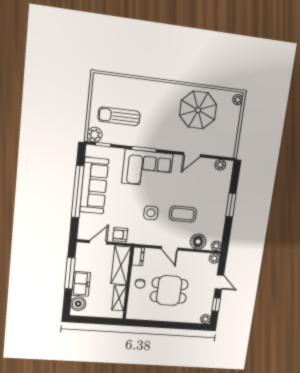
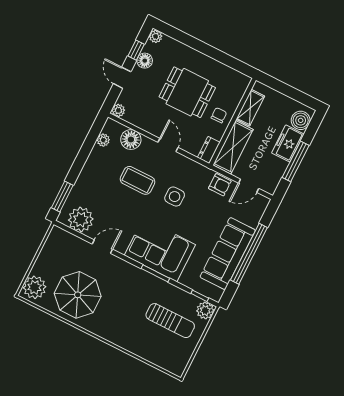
plant: (238, 100) -> (35, 287), width x1.88, depth x1.88
plant: (220, 165) -> (81, 220), width x1.87, depth x1.87
window: (231, 205) -> (62, 197), moved
plant: (216, 246) -> (103, 140), moved
floor lamp: (208, 300) -> (145, 61), added

